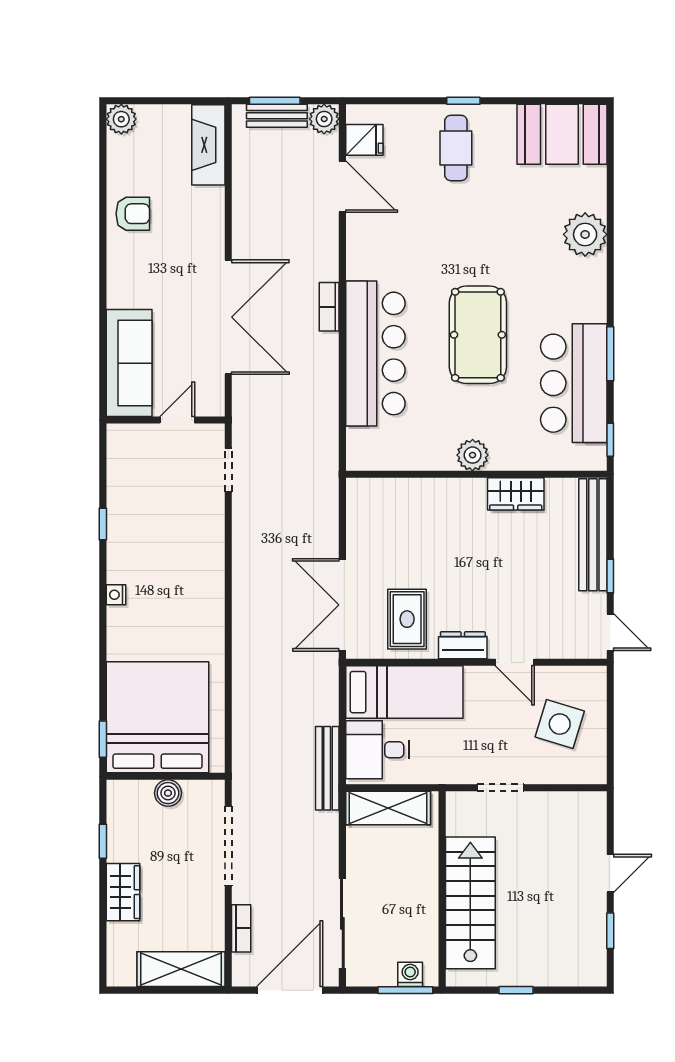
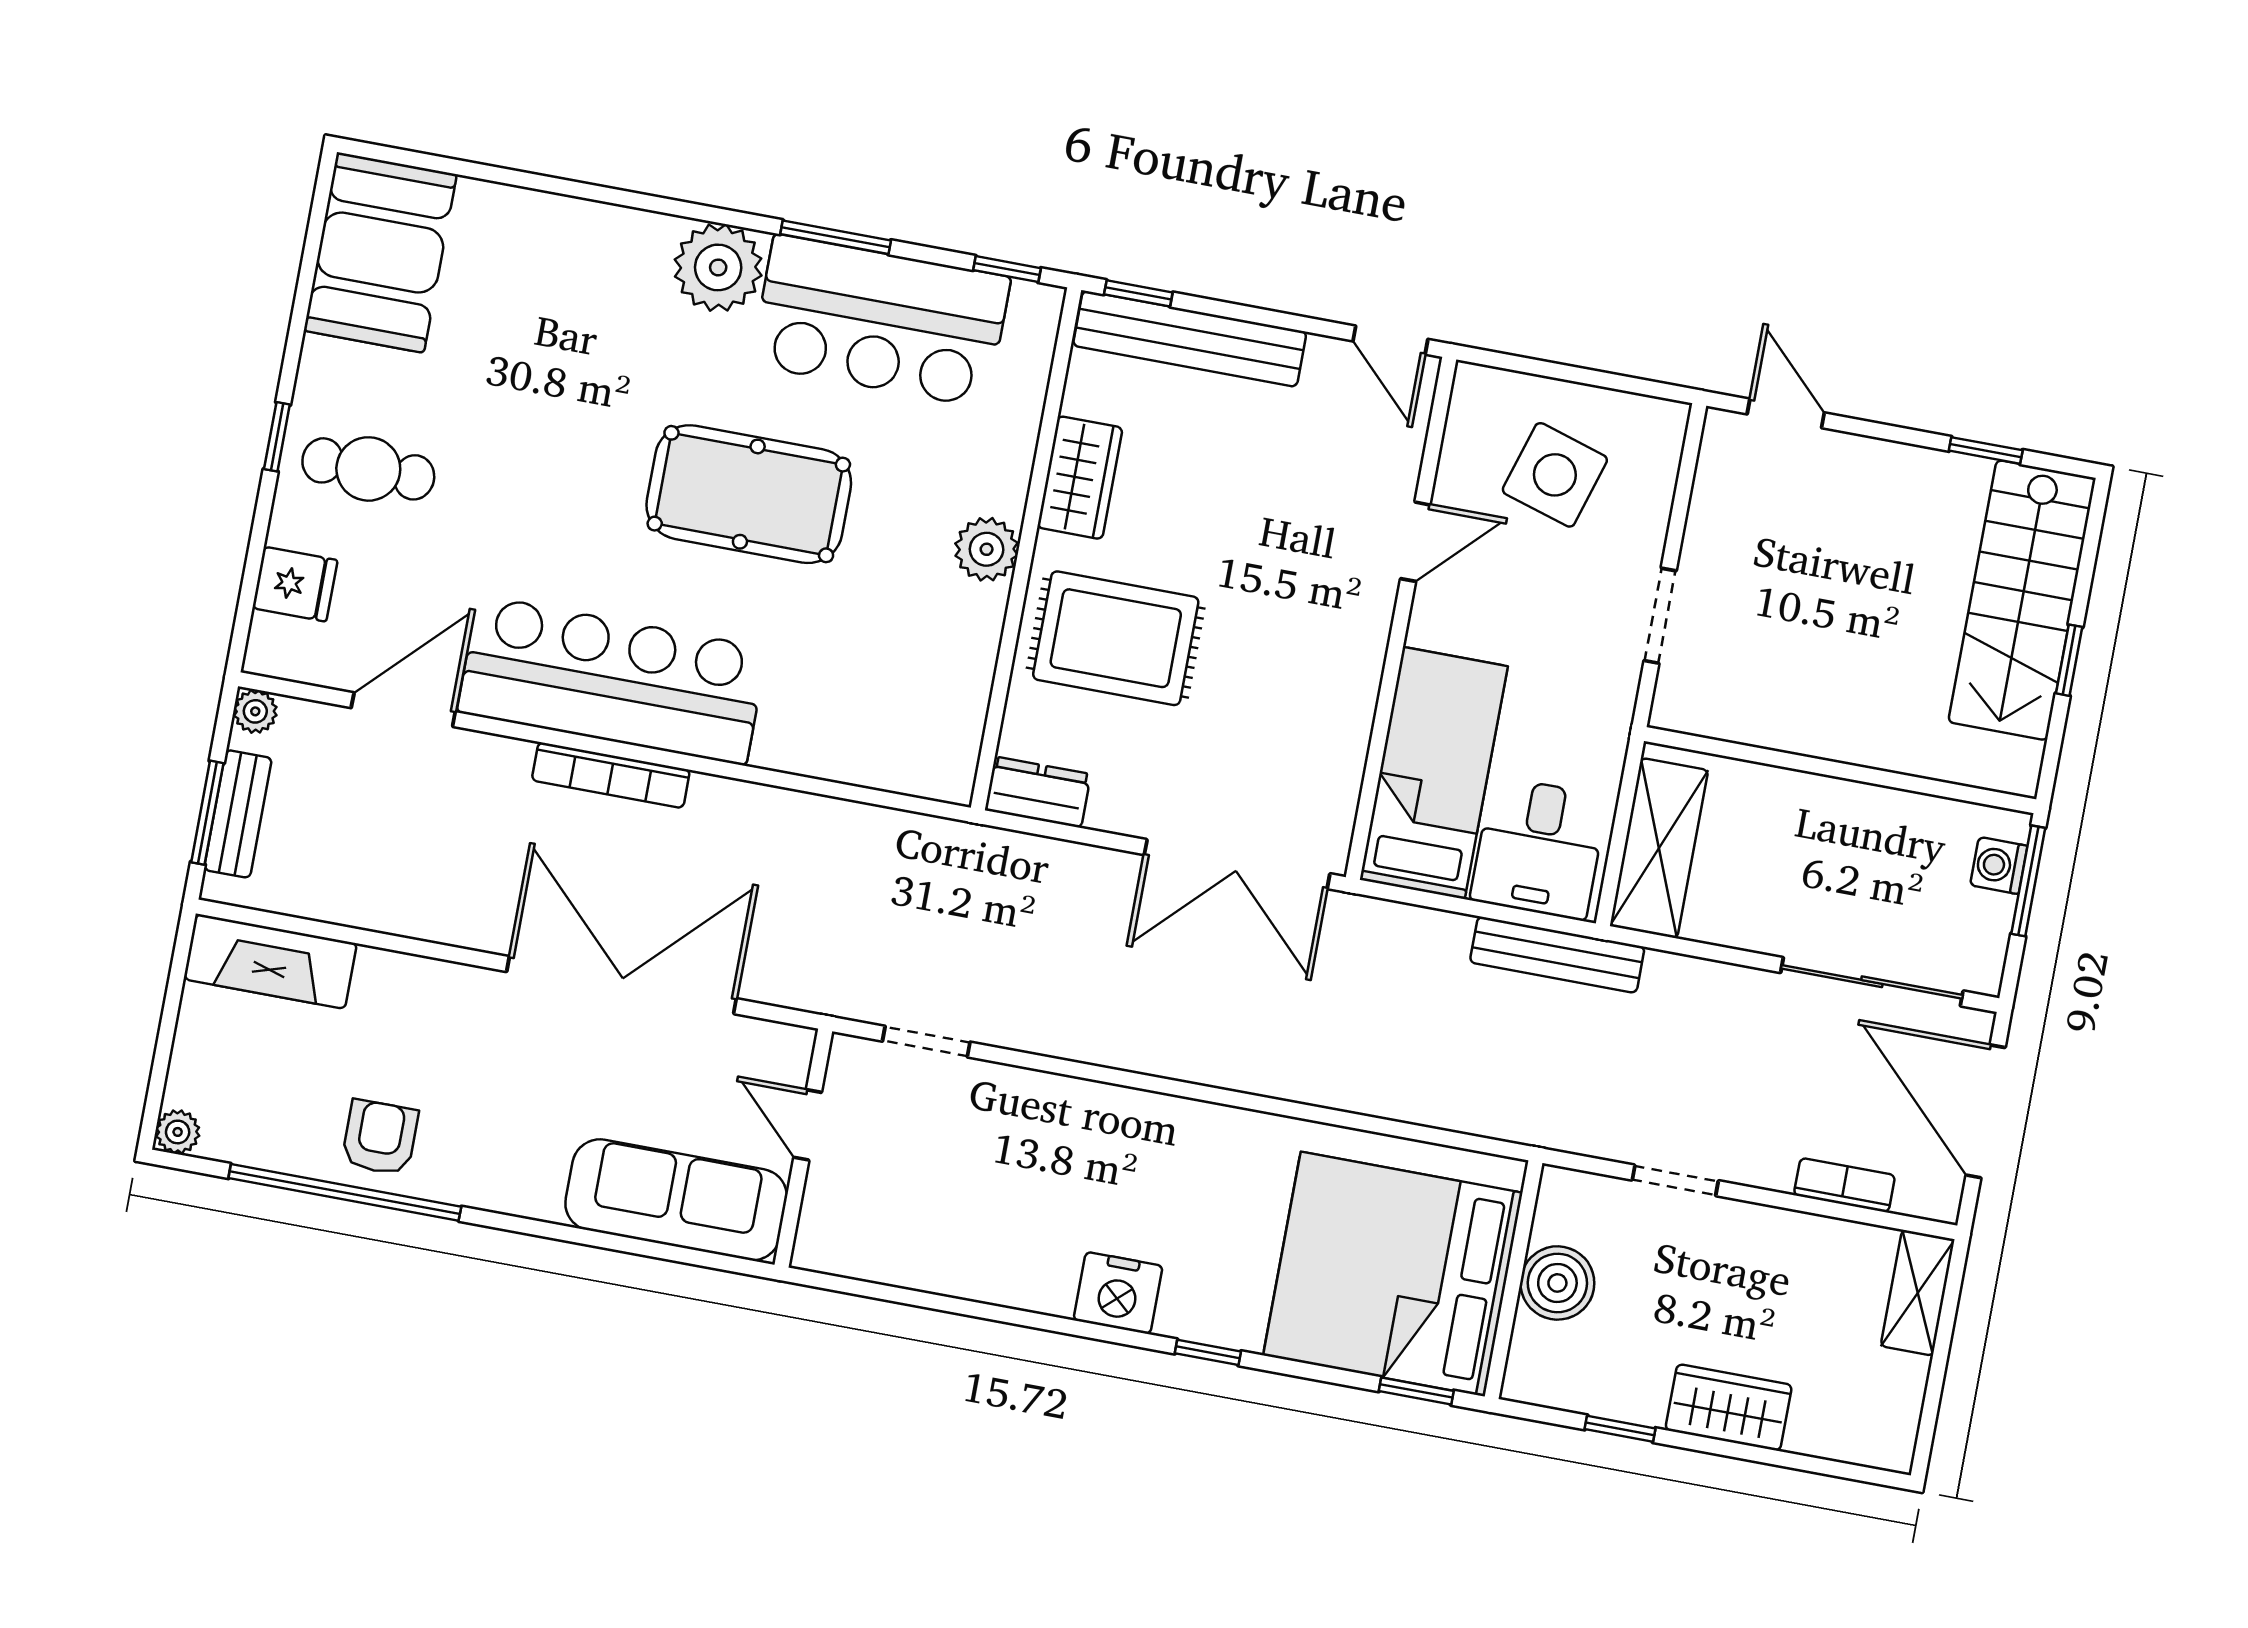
plant: (121, 119) -> (178, 1132), width x0.73, depth x0.73
plant: (324, 119) -> (255, 711), width x0.73, depth x0.73
fridge: (364, 140) -> (295, 584), moved, turned 90
window: (103, 202) -> (345, 1192), added
plant: (585, 234) -> (718, 267), moved
bookcase: (329, 307) -> (611, 775), width x1.56
bar counter: (375, 353) -> (612, 680), moved
window: (103, 524) -> (1208, 1352), moved
window: (610, 576) -> (1138, 293), moved
nightstand: (116, 595) -> (1118, 1293), width x1.89, depth x1.79
rug: (407, 619) -> (1116, 638), moved, width x1.36, depth x1.43
door: (610, 632) -> (1390, 340), swing flipped
dresser: (463, 645) -> (1038, 792), moved, turned 90
boiler: (168, 793) -> (1557, 1283), width x1.36, depth x1.36
doorway: (228, 846) -> (1675, 1180), width x0.53
door: (610, 873) -> (1786, 413), moved
stairs: (470, 903) -> (2022, 600), moved, turned -90
shelving: (181, 969) -> (1918, 1293), width x0.67, depth x0.75

